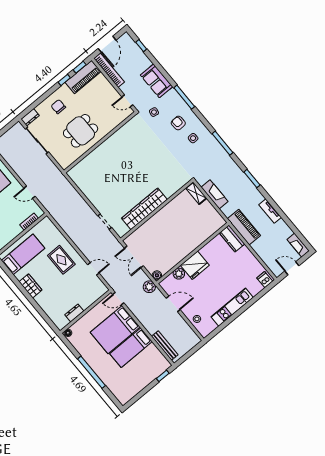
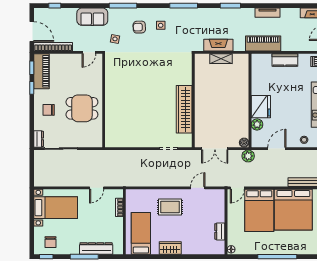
dining table: (81, 131) -> (82, 108), turned 90
shelving: (196, 193) -> (221, 59), moved
kitchen counter: (232, 238) -> (285, 60), moved
bed: (131, 348) -> (293, 210), width x2.04

